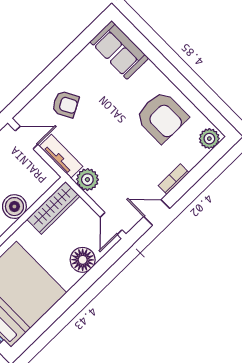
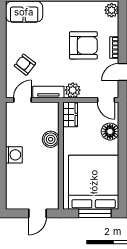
armchair: (65, 104) -> (25, 65), turned -114
armchair: (162, 117) -> (83, 45), moved
wardrobe: (53, 208) -> (70, 114), width x0.67

